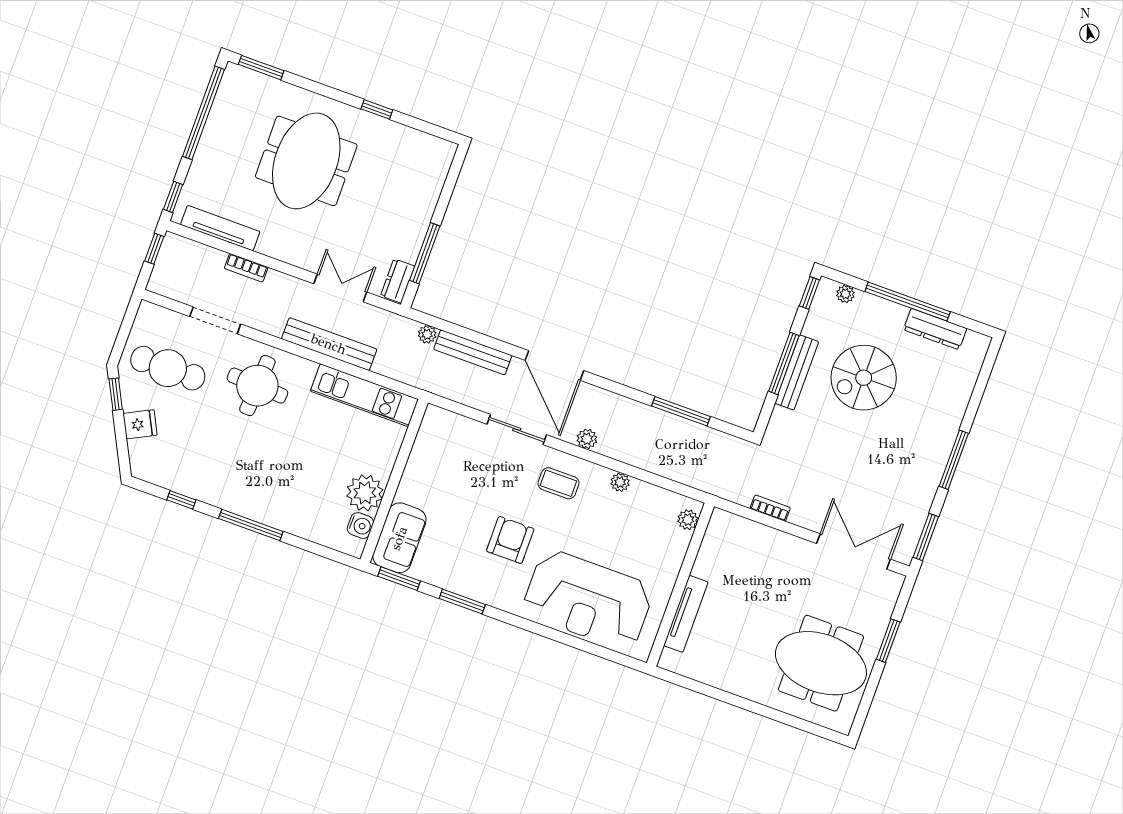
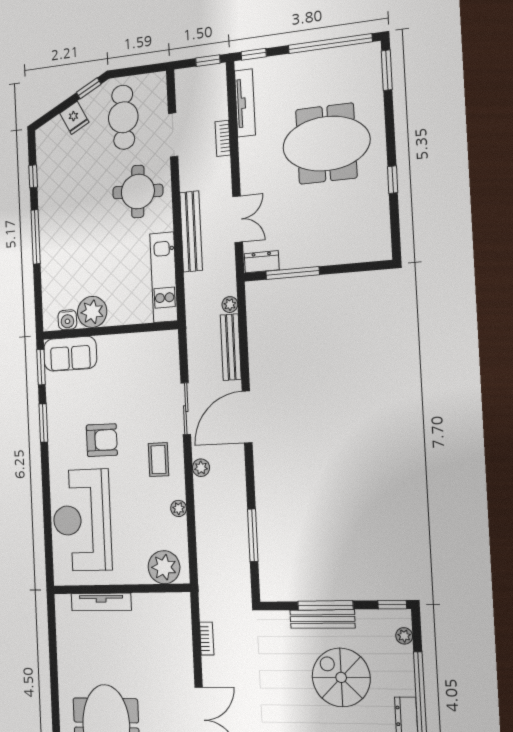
plant: (688, 520) -> (164, 567), width x1.88, depth x1.88

